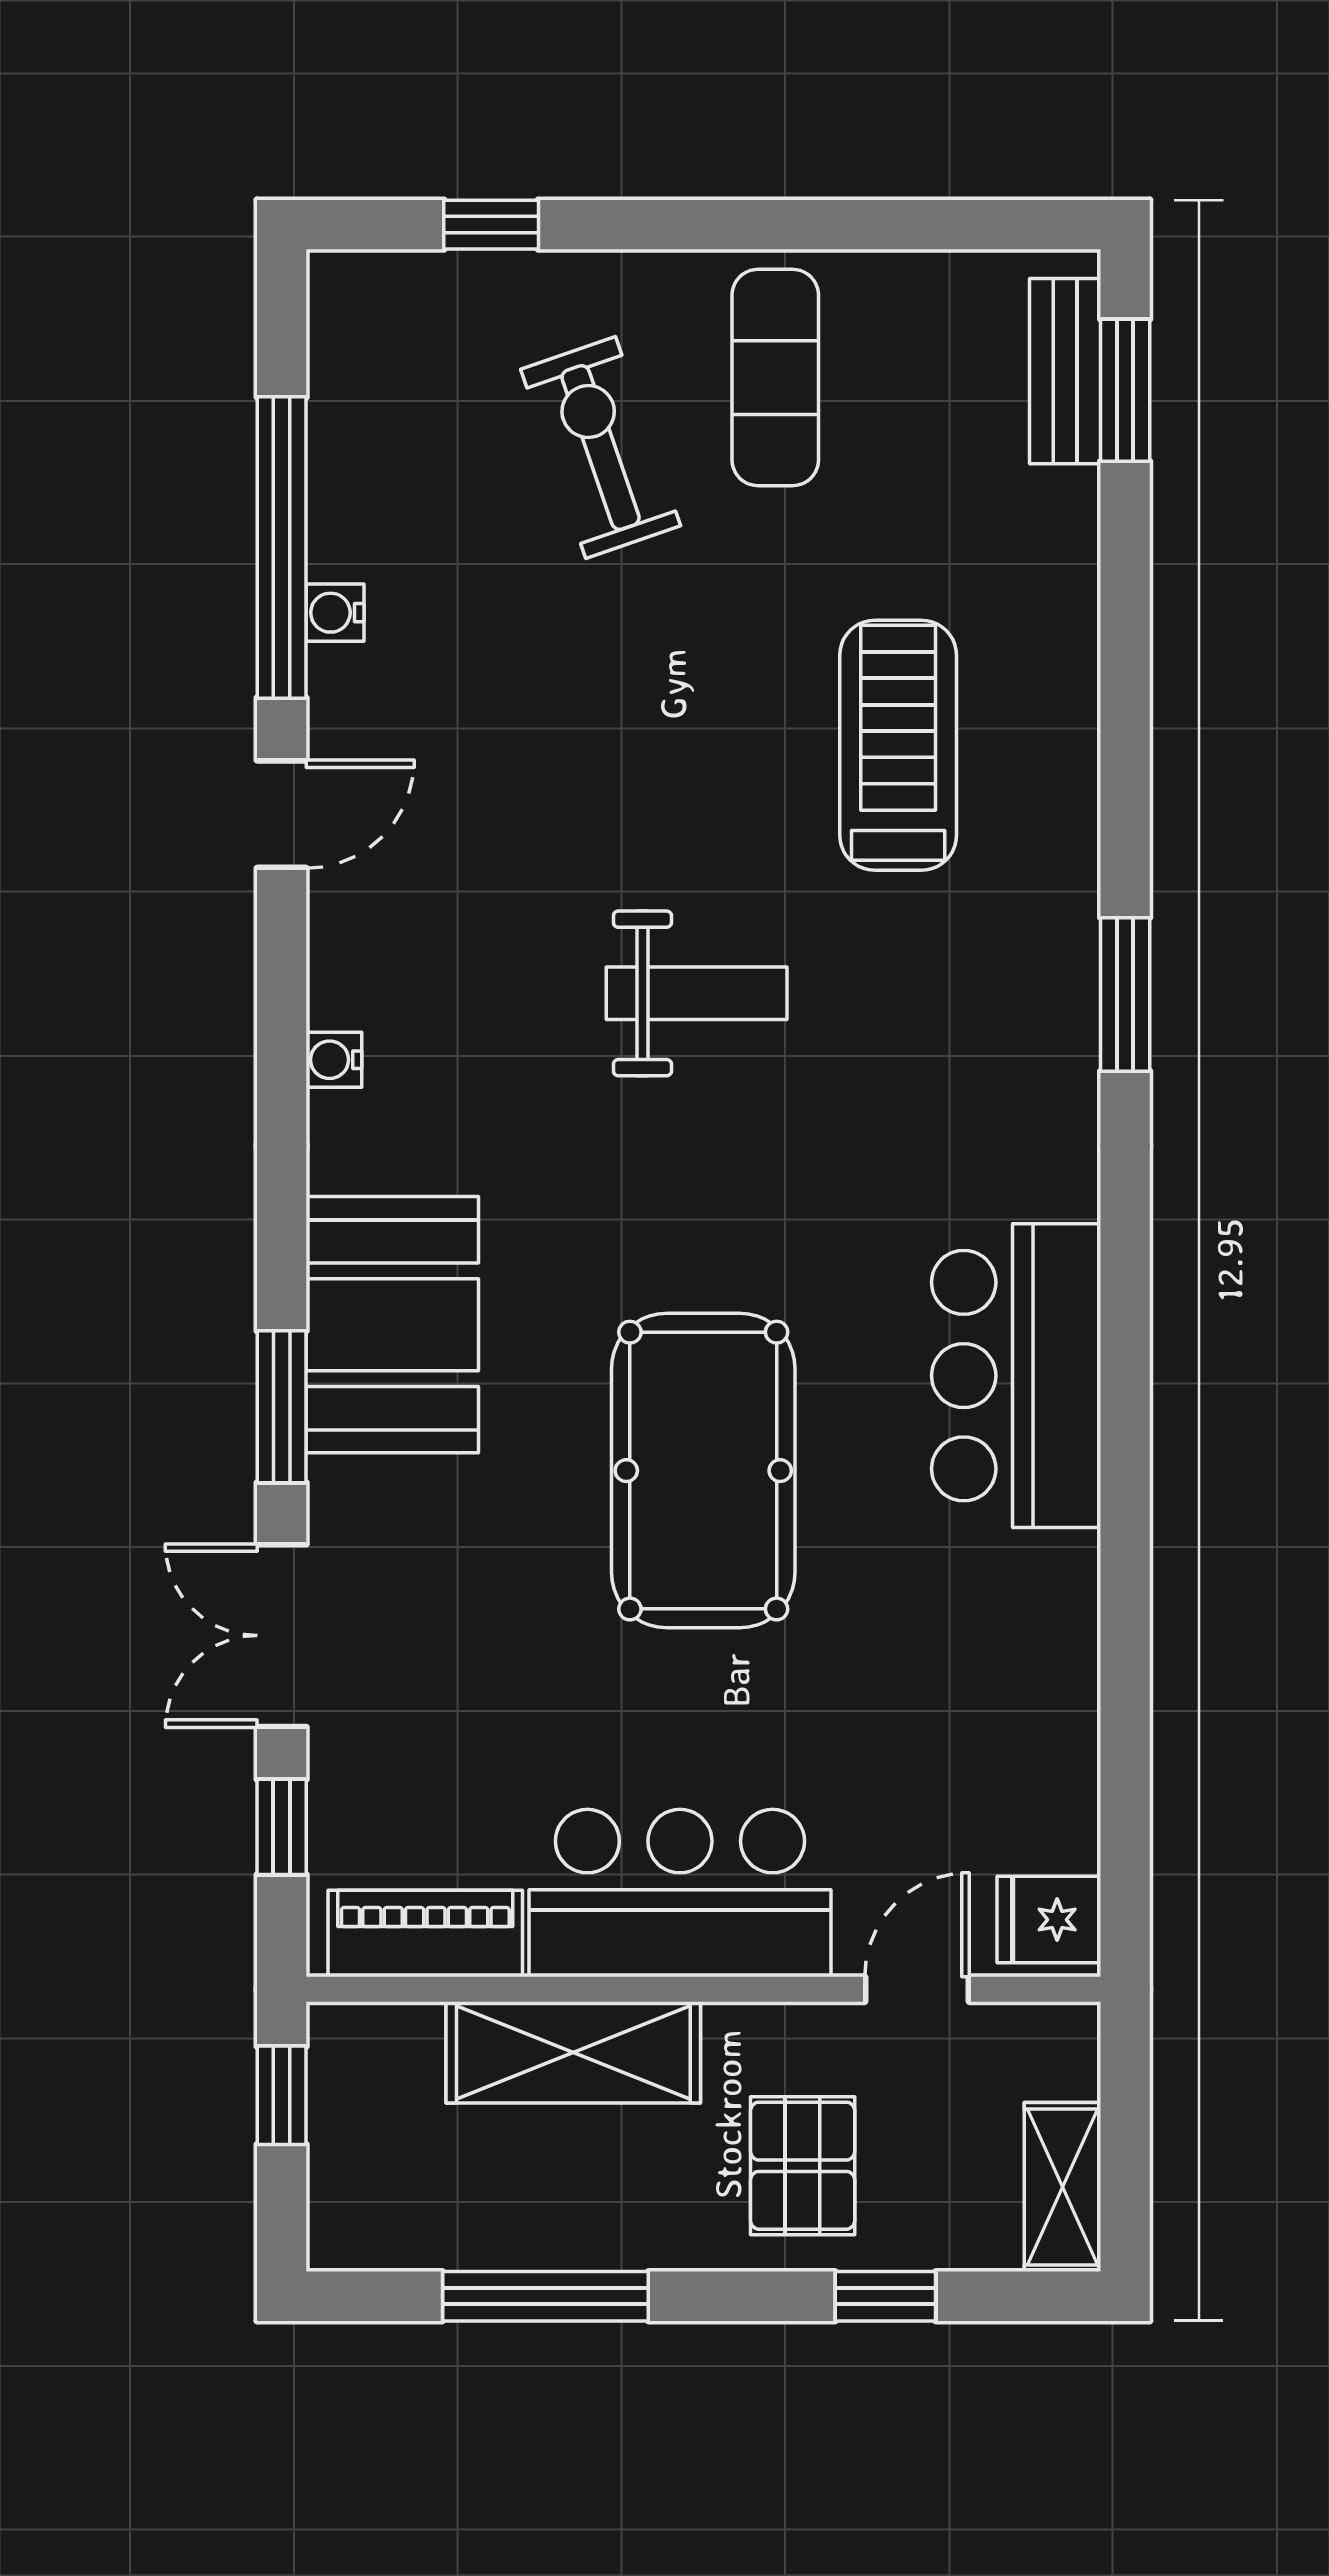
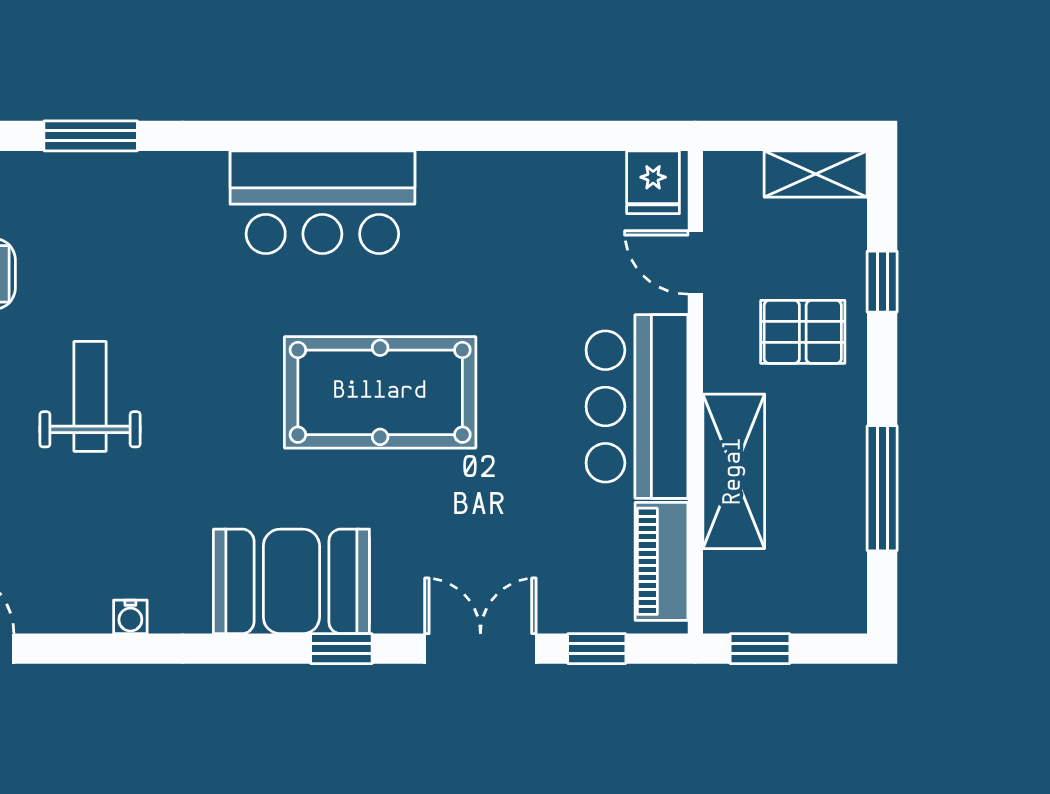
window: (282, 1407) -> (341, 649), width x0.67
double door: (282, 1636) -> (480, 649), swing flipped

